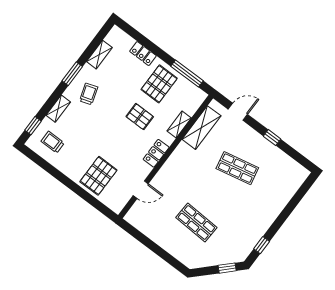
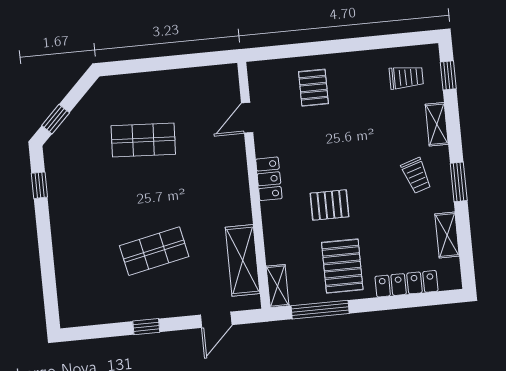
locker: (143, 54) -> (407, 284), width x1.53
shelving: (179, 124) -> (278, 286), moved
pallet: (98, 176) -> (313, 88), width x0.67, depth x0.71

